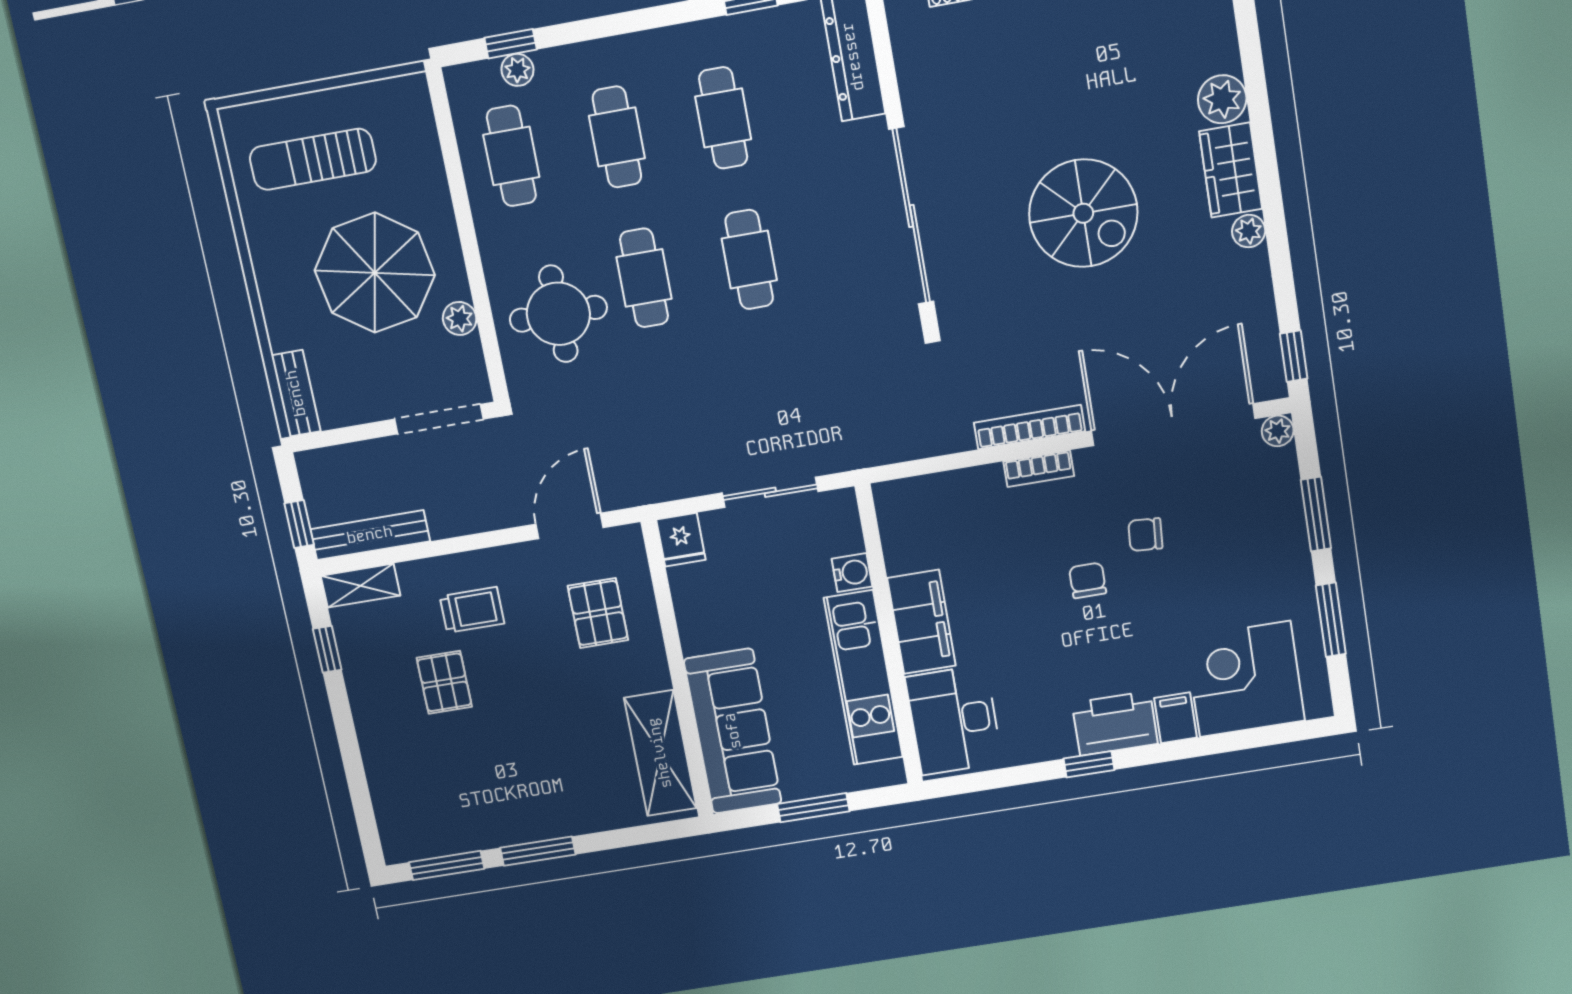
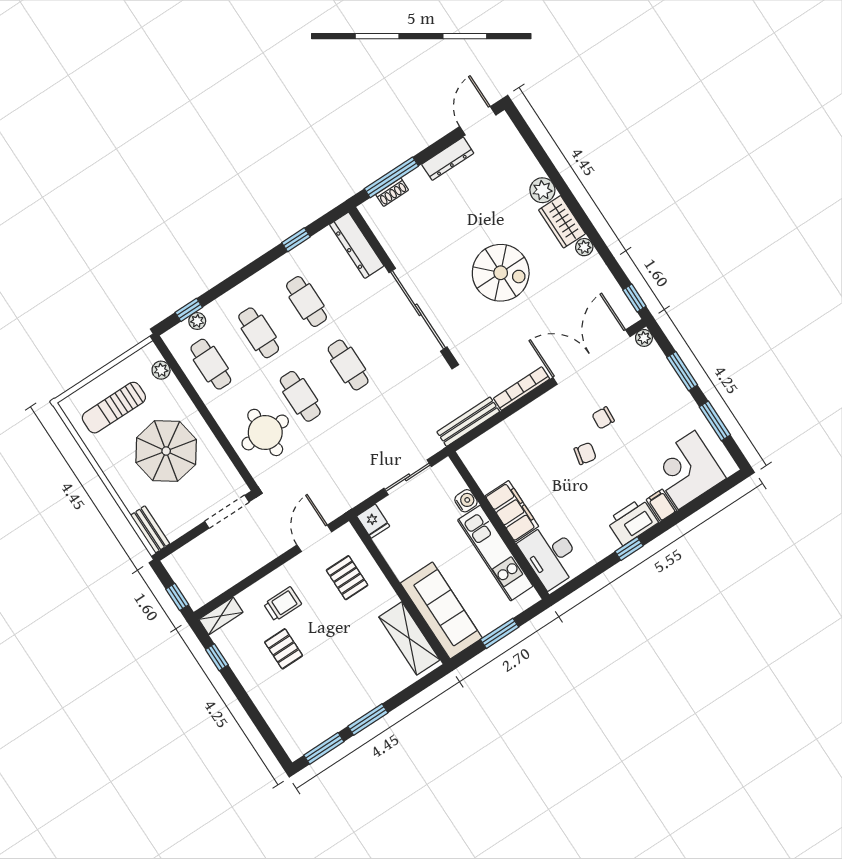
plant: (460, 318) -> (161, 370), moved
bookcase: (1039, 469) -> (535, 408), removed
bench: (370, 535) -> (468, 422), moved
chair: (1088, 580) -> (585, 454), turned 102

